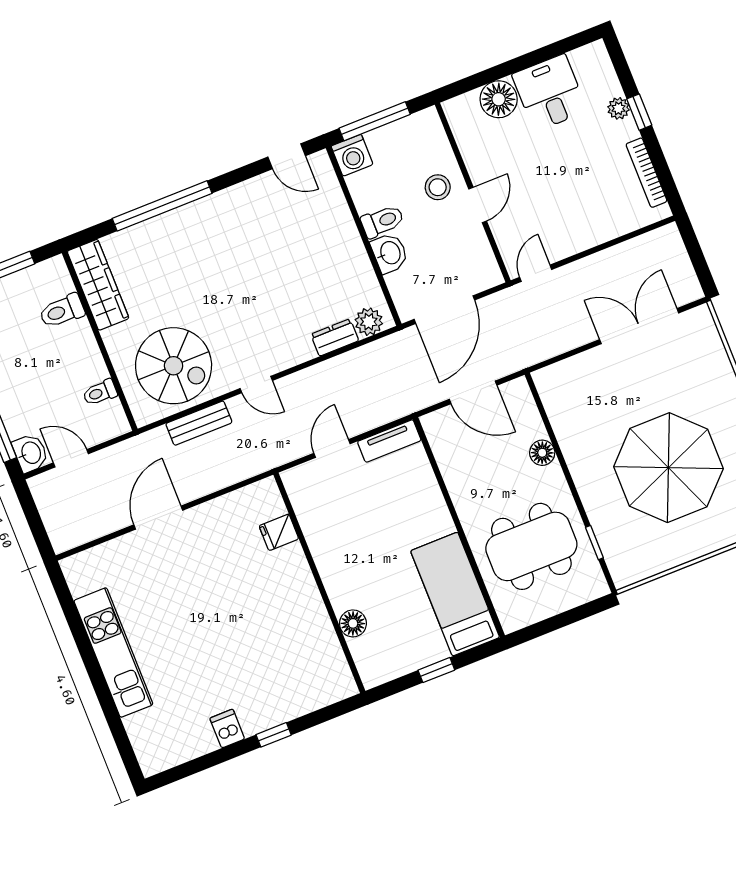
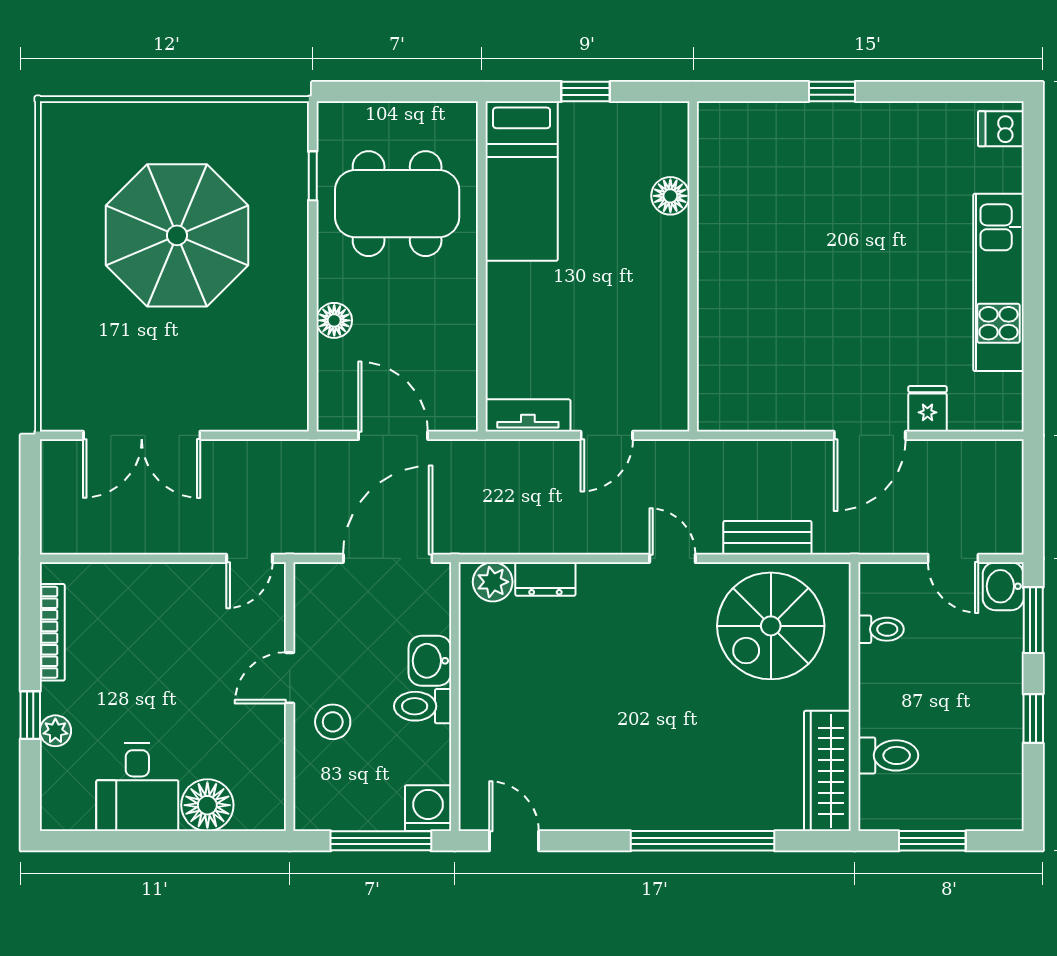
spiral stairs: (174, 366) -> (771, 626), turned -90
fridge: (279, 532) -> (927, 409), moved, turned -90
dishwasher: (227, 729) -> (1001, 129), moved, turned 90

